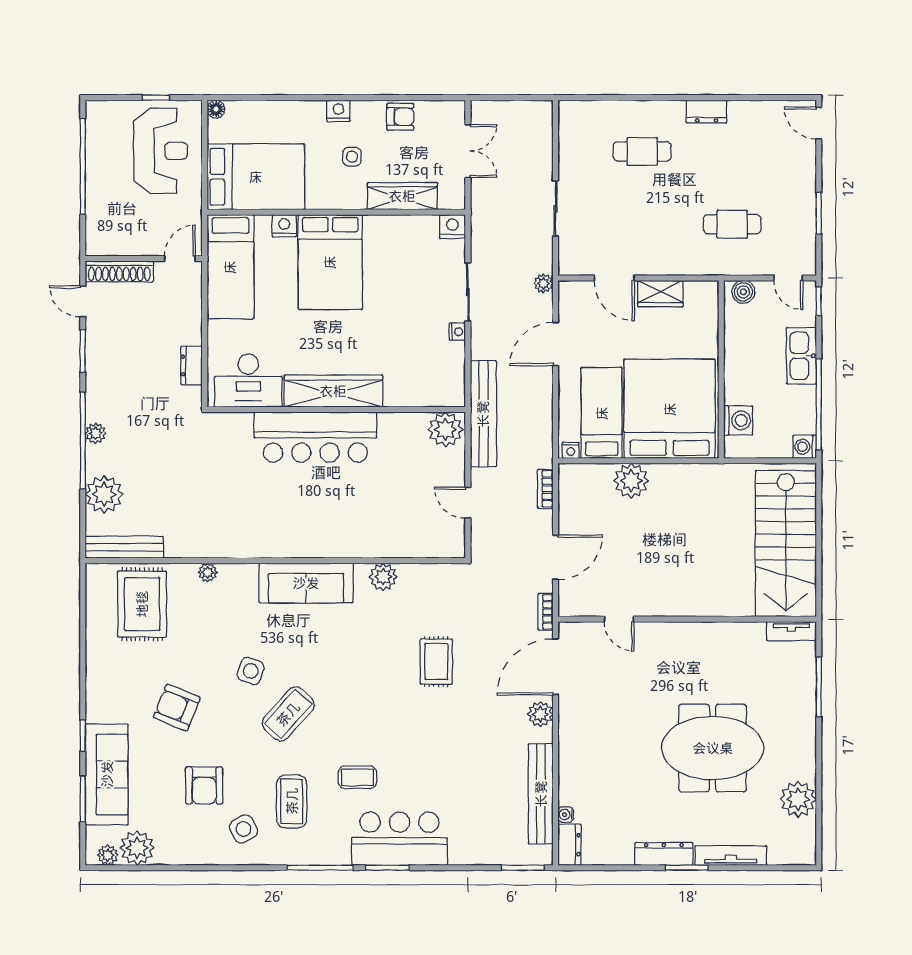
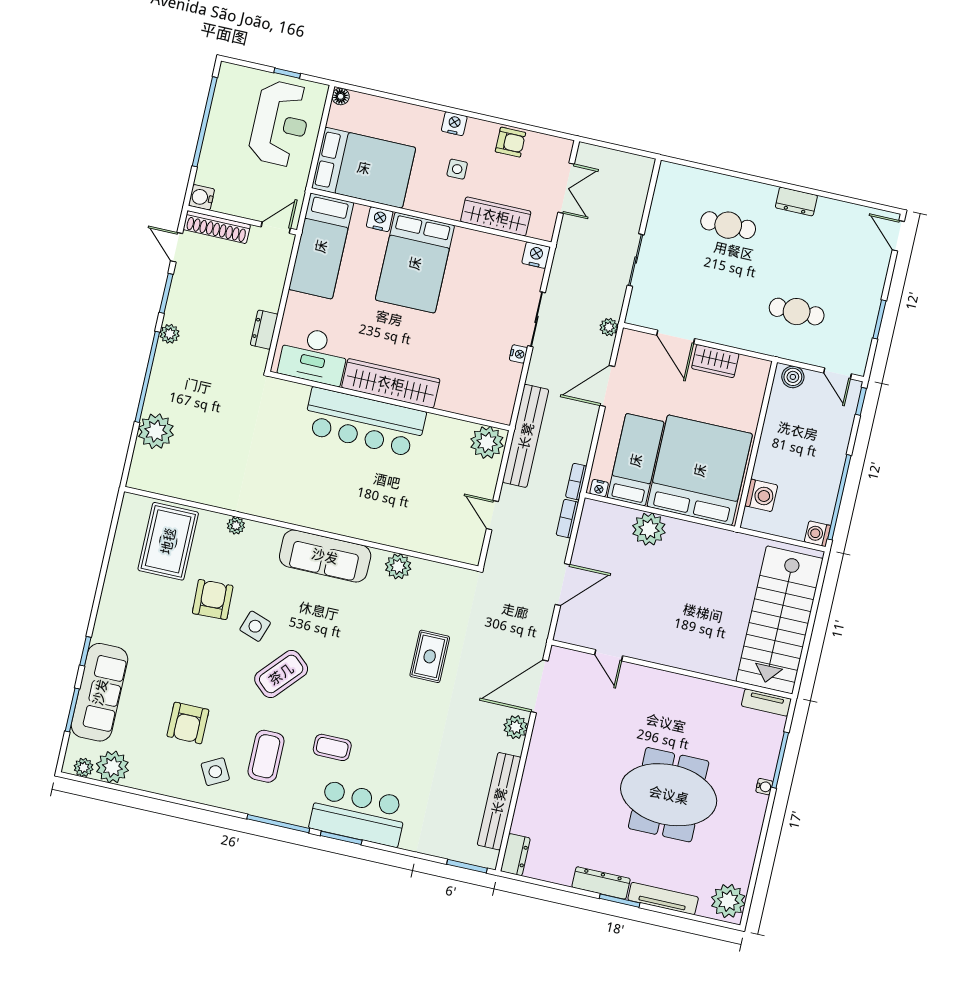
water cooler: (97, 244) -> (202, 197), added
kitchen sink: (801, 356) -> (833, 448), removed
plant: (96, 433) -> (170, 334), moved
bench: (124, 547) -> (164, 485), removed
bookcase: (546, 612) -> (576, 482), moved
armchair: (177, 707) -> (213, 600), moved, turned 66
plant: (798, 799) -> (728, 901), moved
water cooler: (566, 815) -> (764, 787), moved, turned 180

